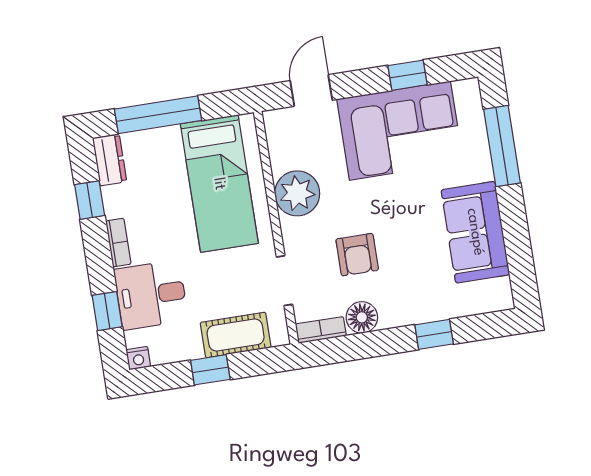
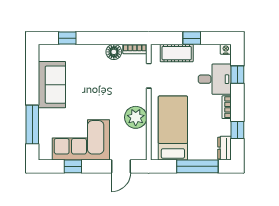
armchair: (357, 255) -> (111, 83), removed
window: (434, 334) -> (67, 38), moved

